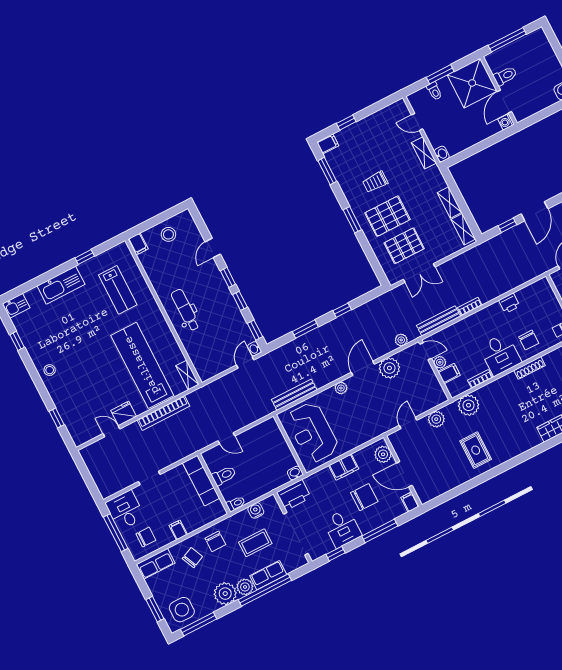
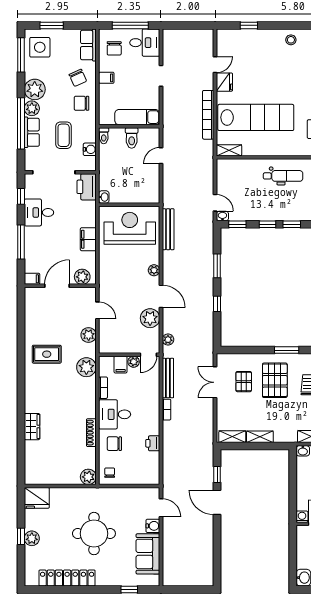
pallet: (404, 246) -> (244, 382), width x0.67, depth x0.71
chair: (364, 497) -> (55, 243), removed

